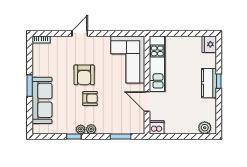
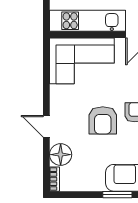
floor lamp: (59, 44) -> (61, 155), added
armchair: (84, 75) -> (103, 120), turned 90

